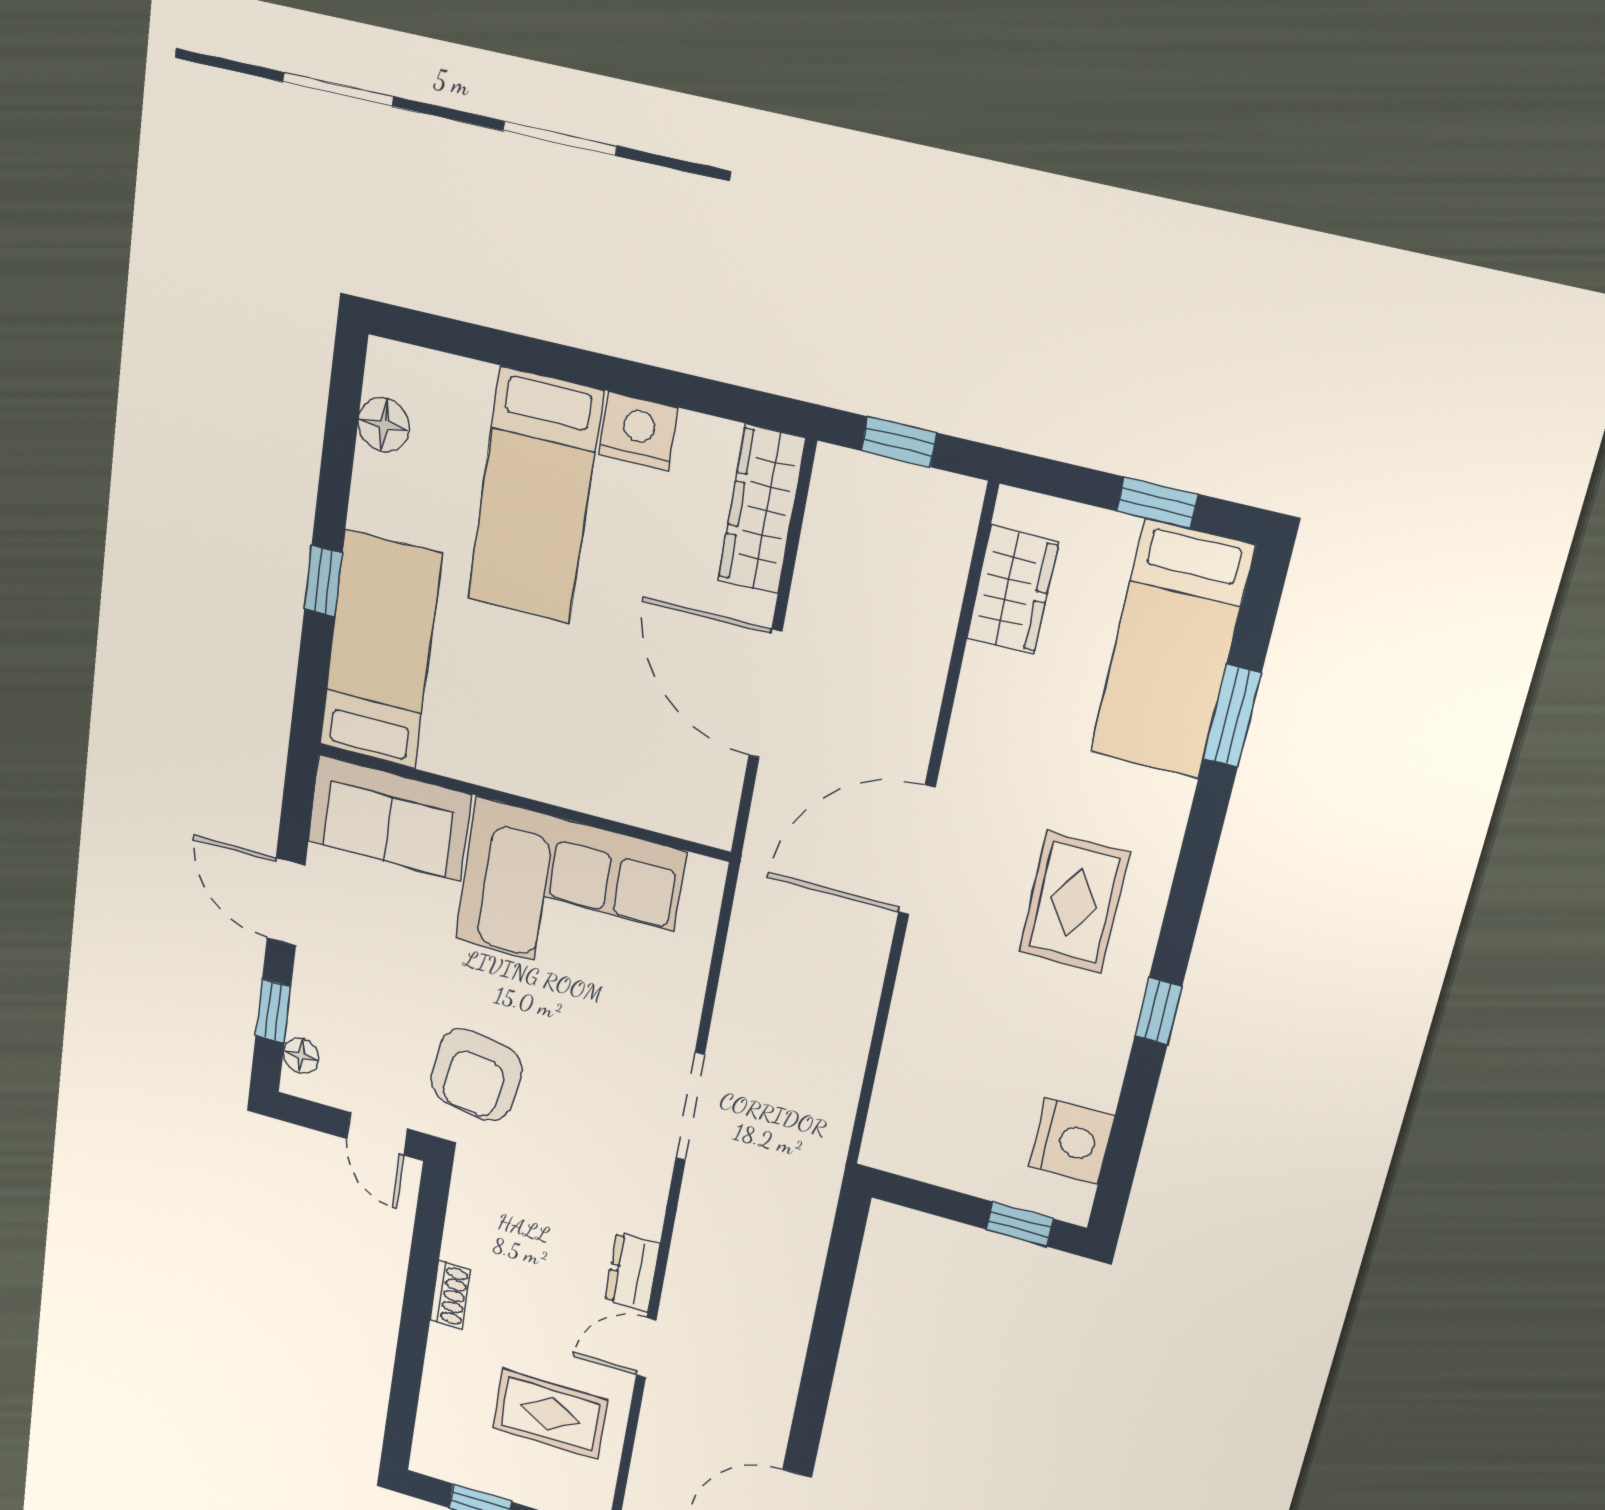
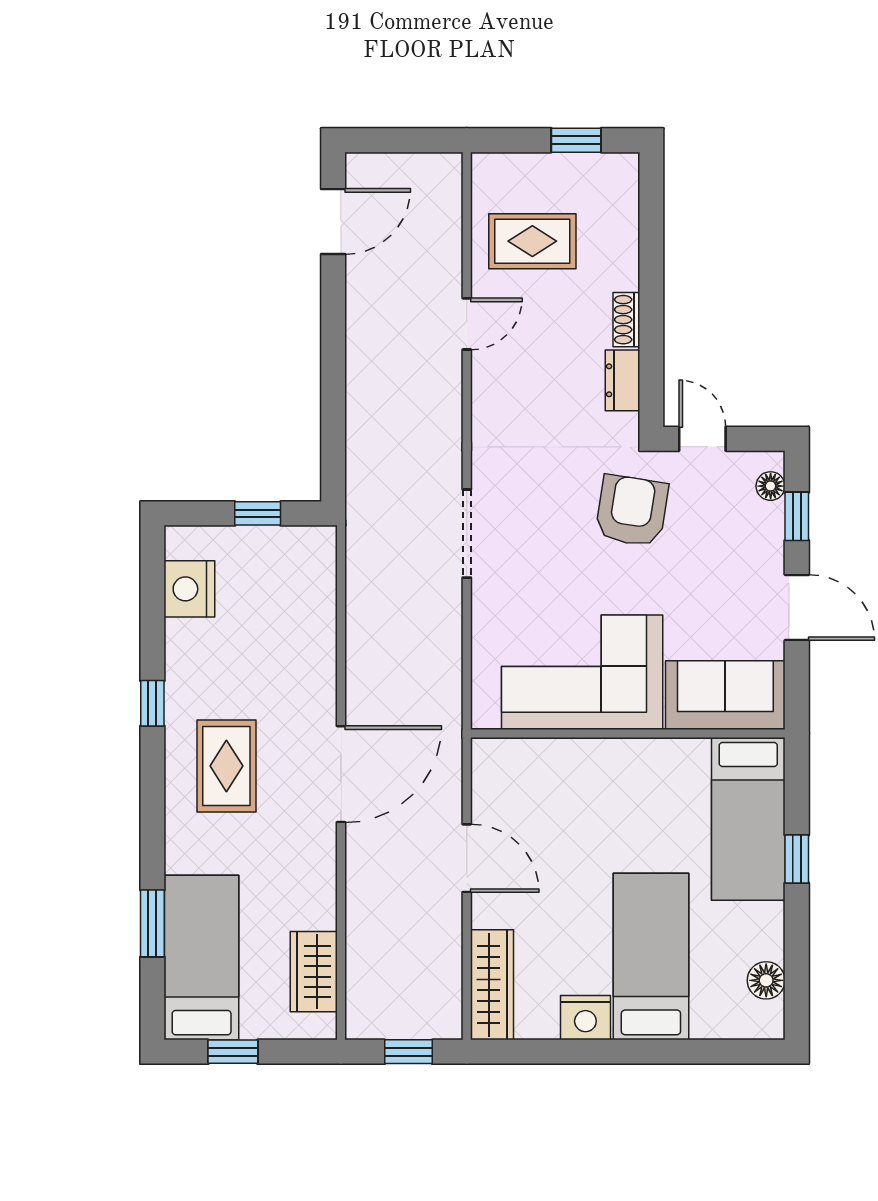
door: (765, 694) -> (467, 858), width x0.73
window: (1020, 1224) -> (258, 513), moved
dresser: (632, 1273) -> (622, 380), moved, turned 180

